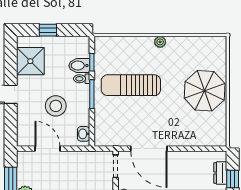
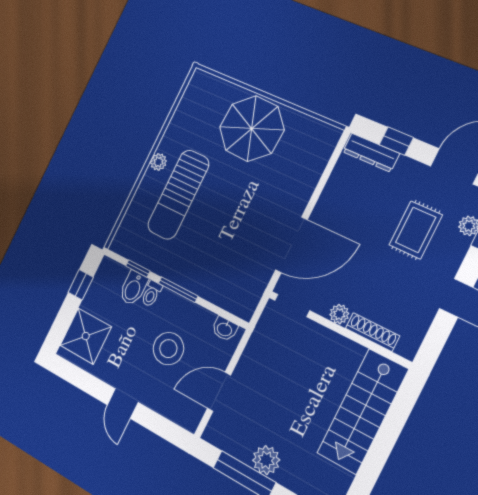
window: (48, 30) -> (81, 285), moved
shower: (30, 61) -> (86, 336), moved
sun lounger: (131, 85) -> (178, 195), moved
dresser: (220, 173) -> (371, 153), width x1.44

